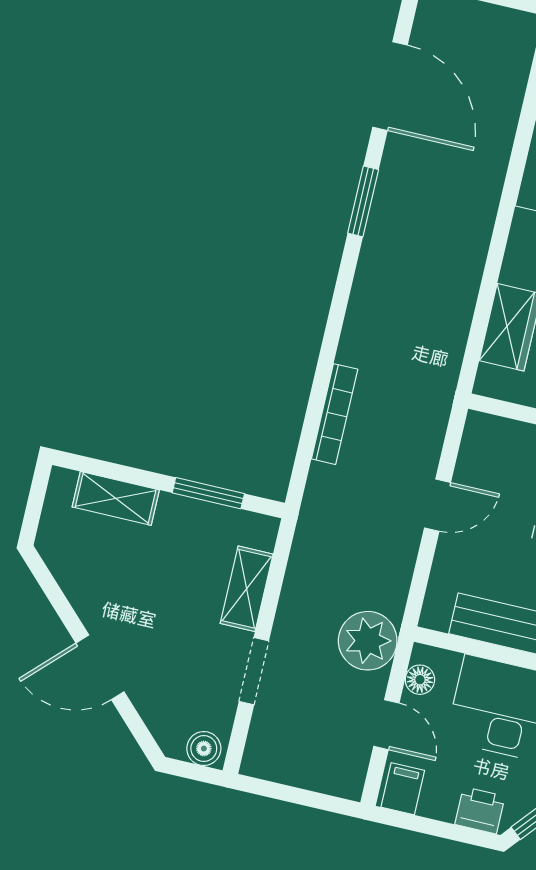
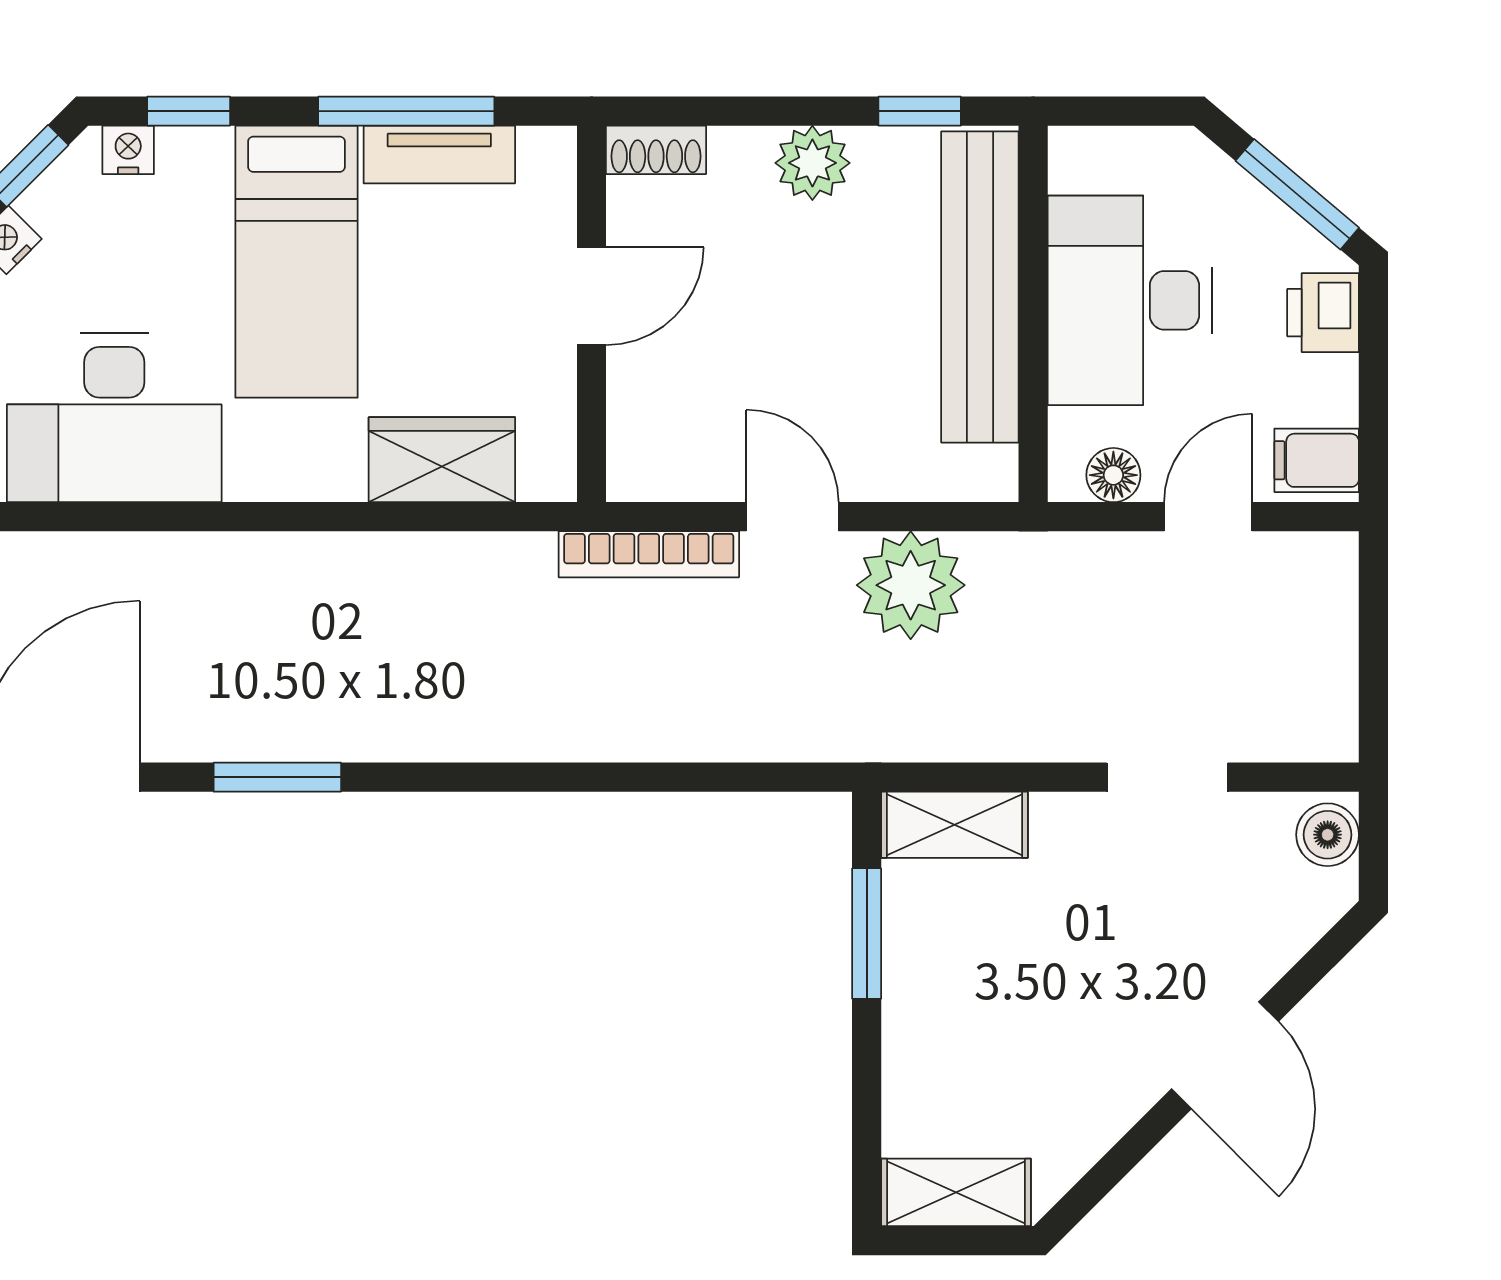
bookcase: (335, 414) -> (649, 554), moved, turned 180
shelving: (116, 498) -> (956, 1192), moved, turned 90
shelving: (247, 589) -> (955, 825), moved
plant: (368, 641) -> (911, 585), moved

